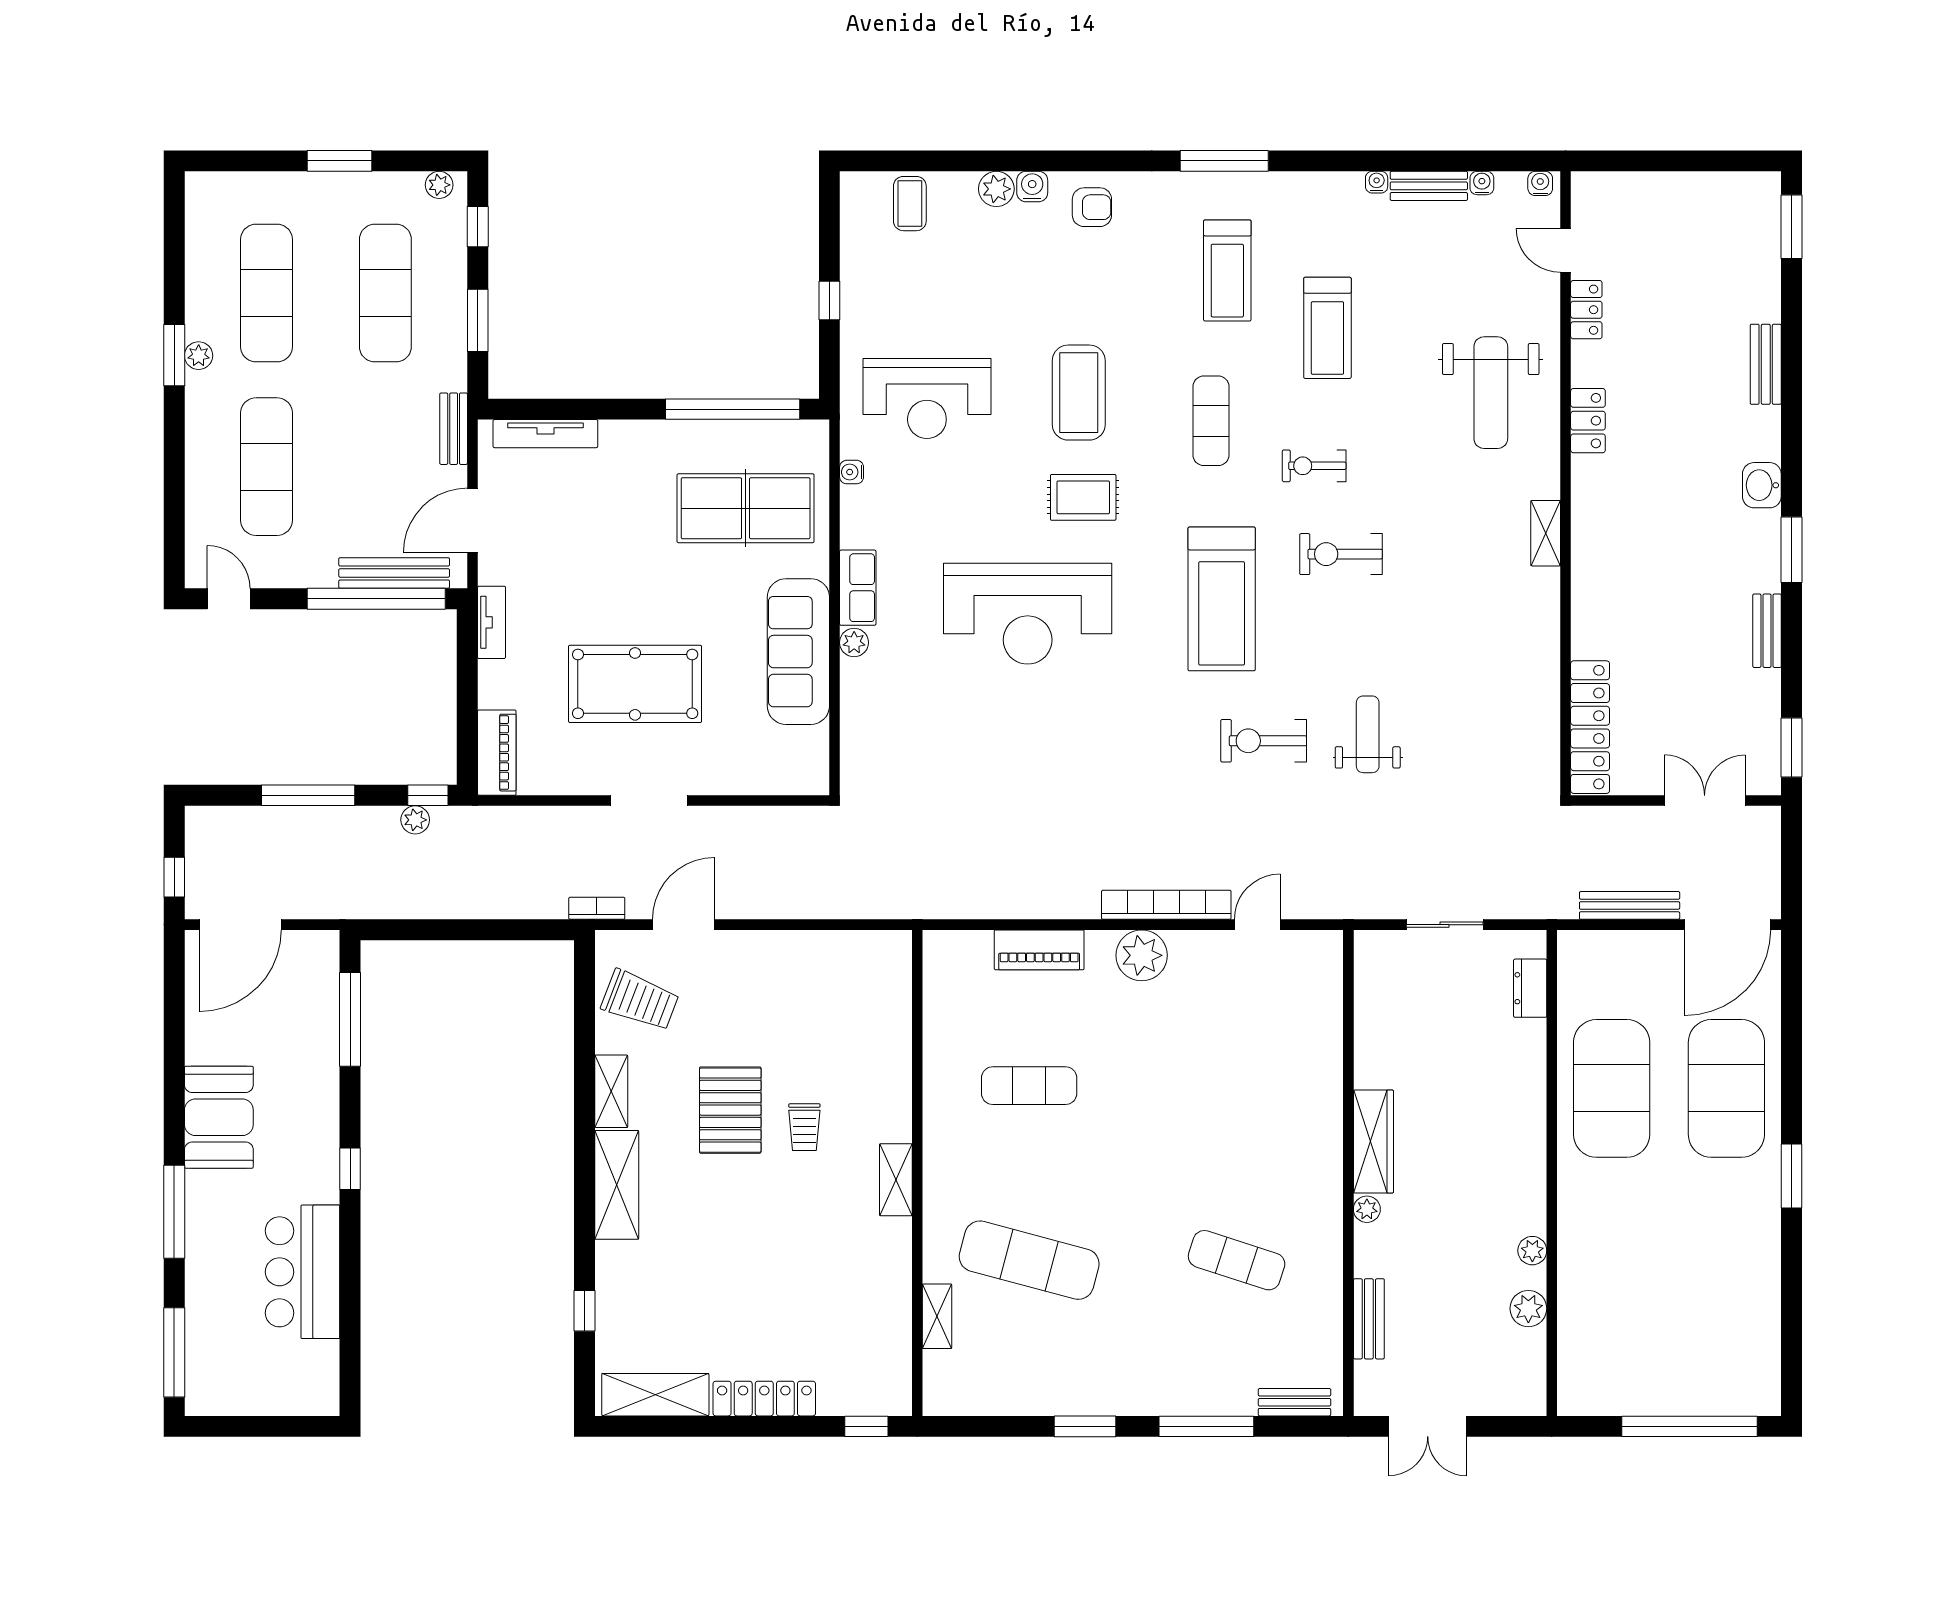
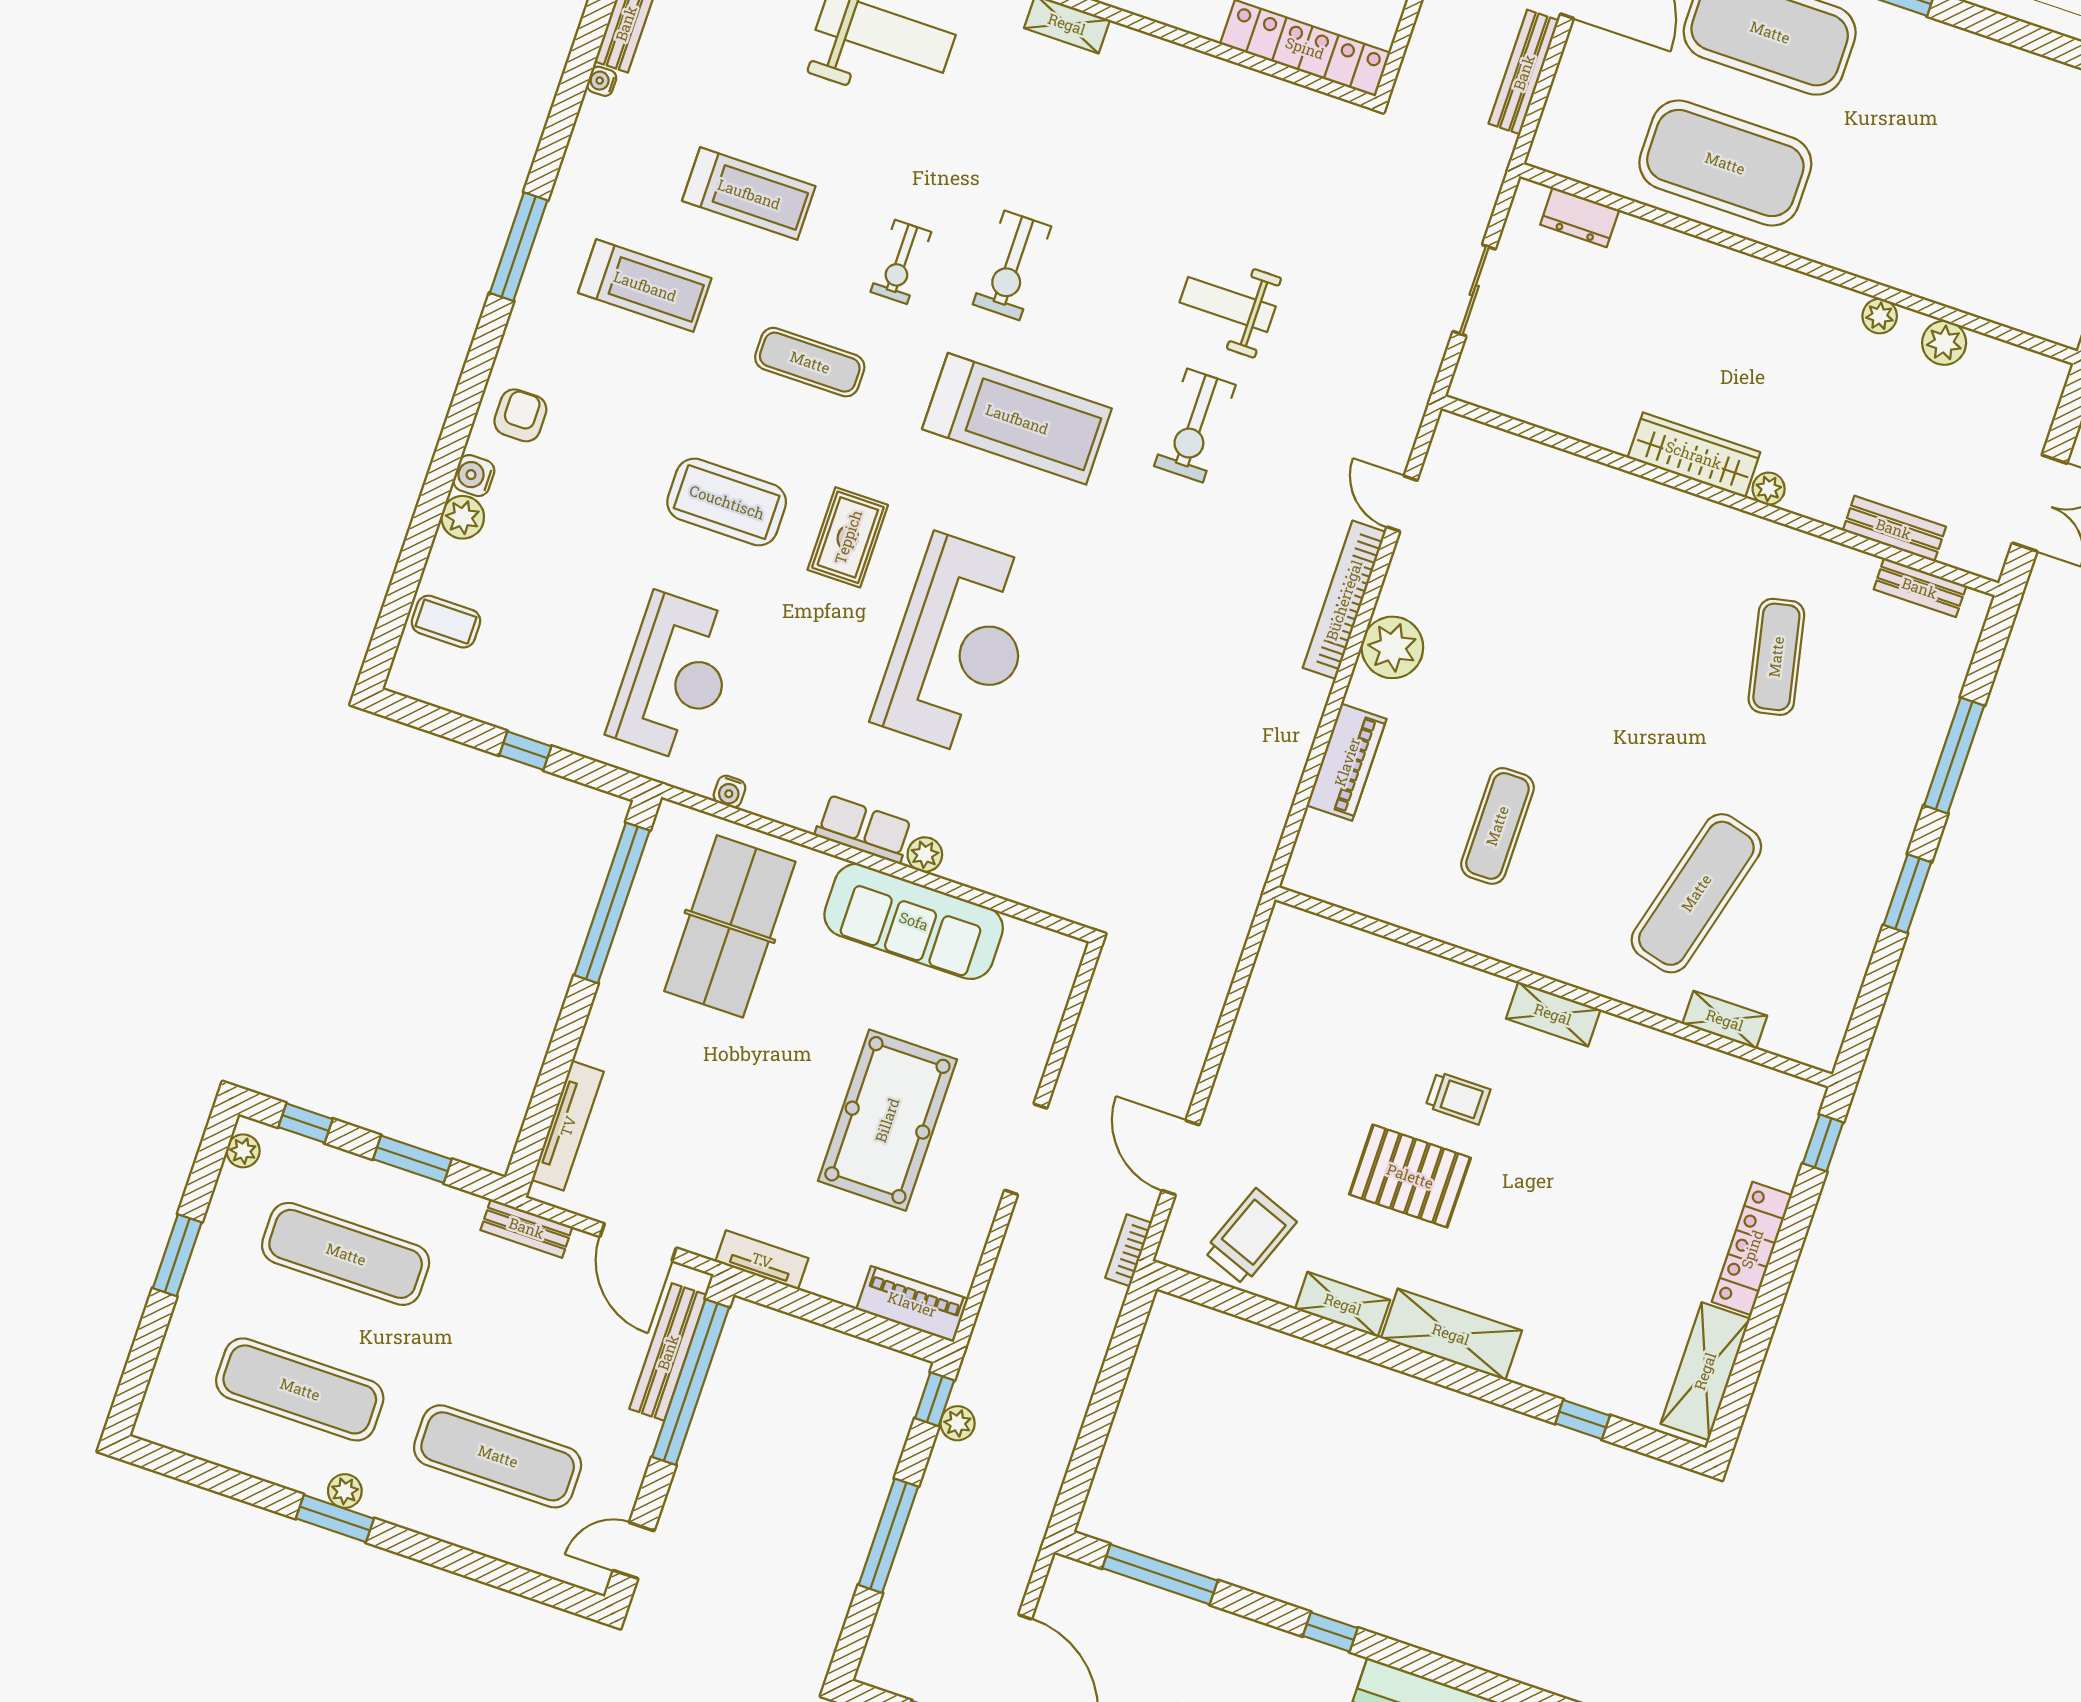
exercise mat: (1237, 1260) -> (1776, 657), turned -30
bench: (1294, 1402) -> (1920, 588), moved, turned 90

